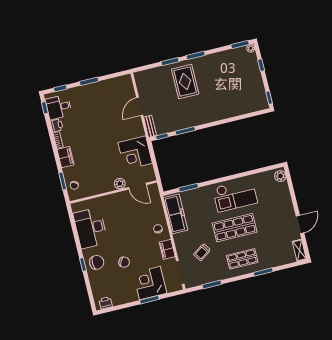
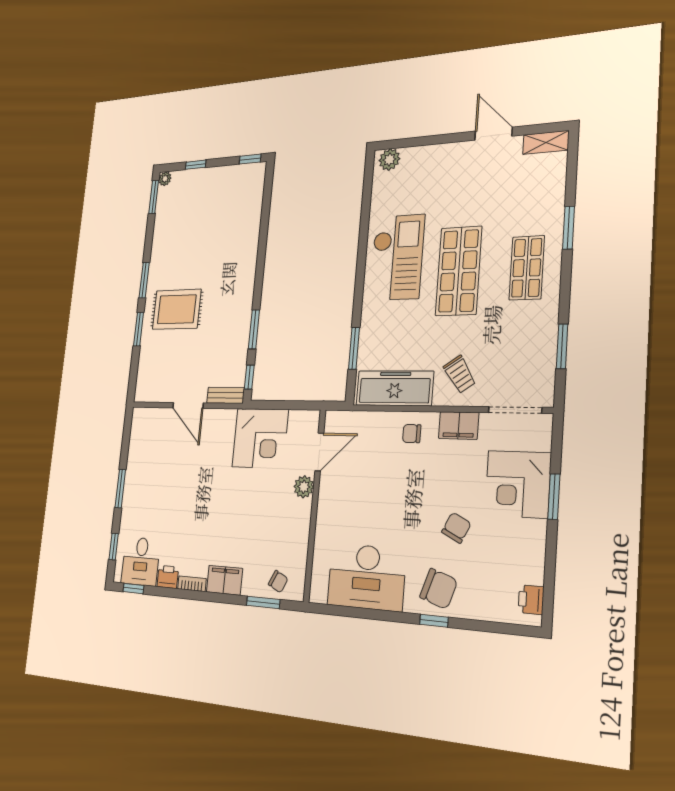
trolley: (202, 252) -> (460, 374), moved
chair: (97, 262) -> (439, 589), turned 108

